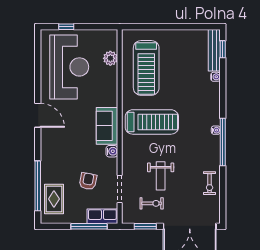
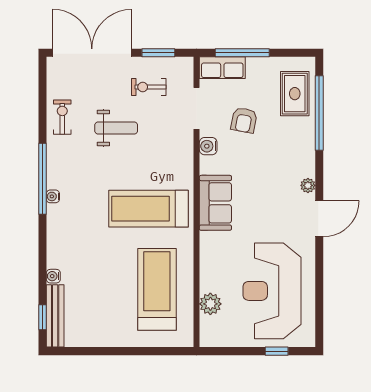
door: (38, 115) -> (319, 219), swing flipped
plant: (45, 137) -> (308, 185), added
water cooler: (112, 151) -> (208, 146), moved
weight bench: (161, 176) -> (116, 128), moved, turned 90

